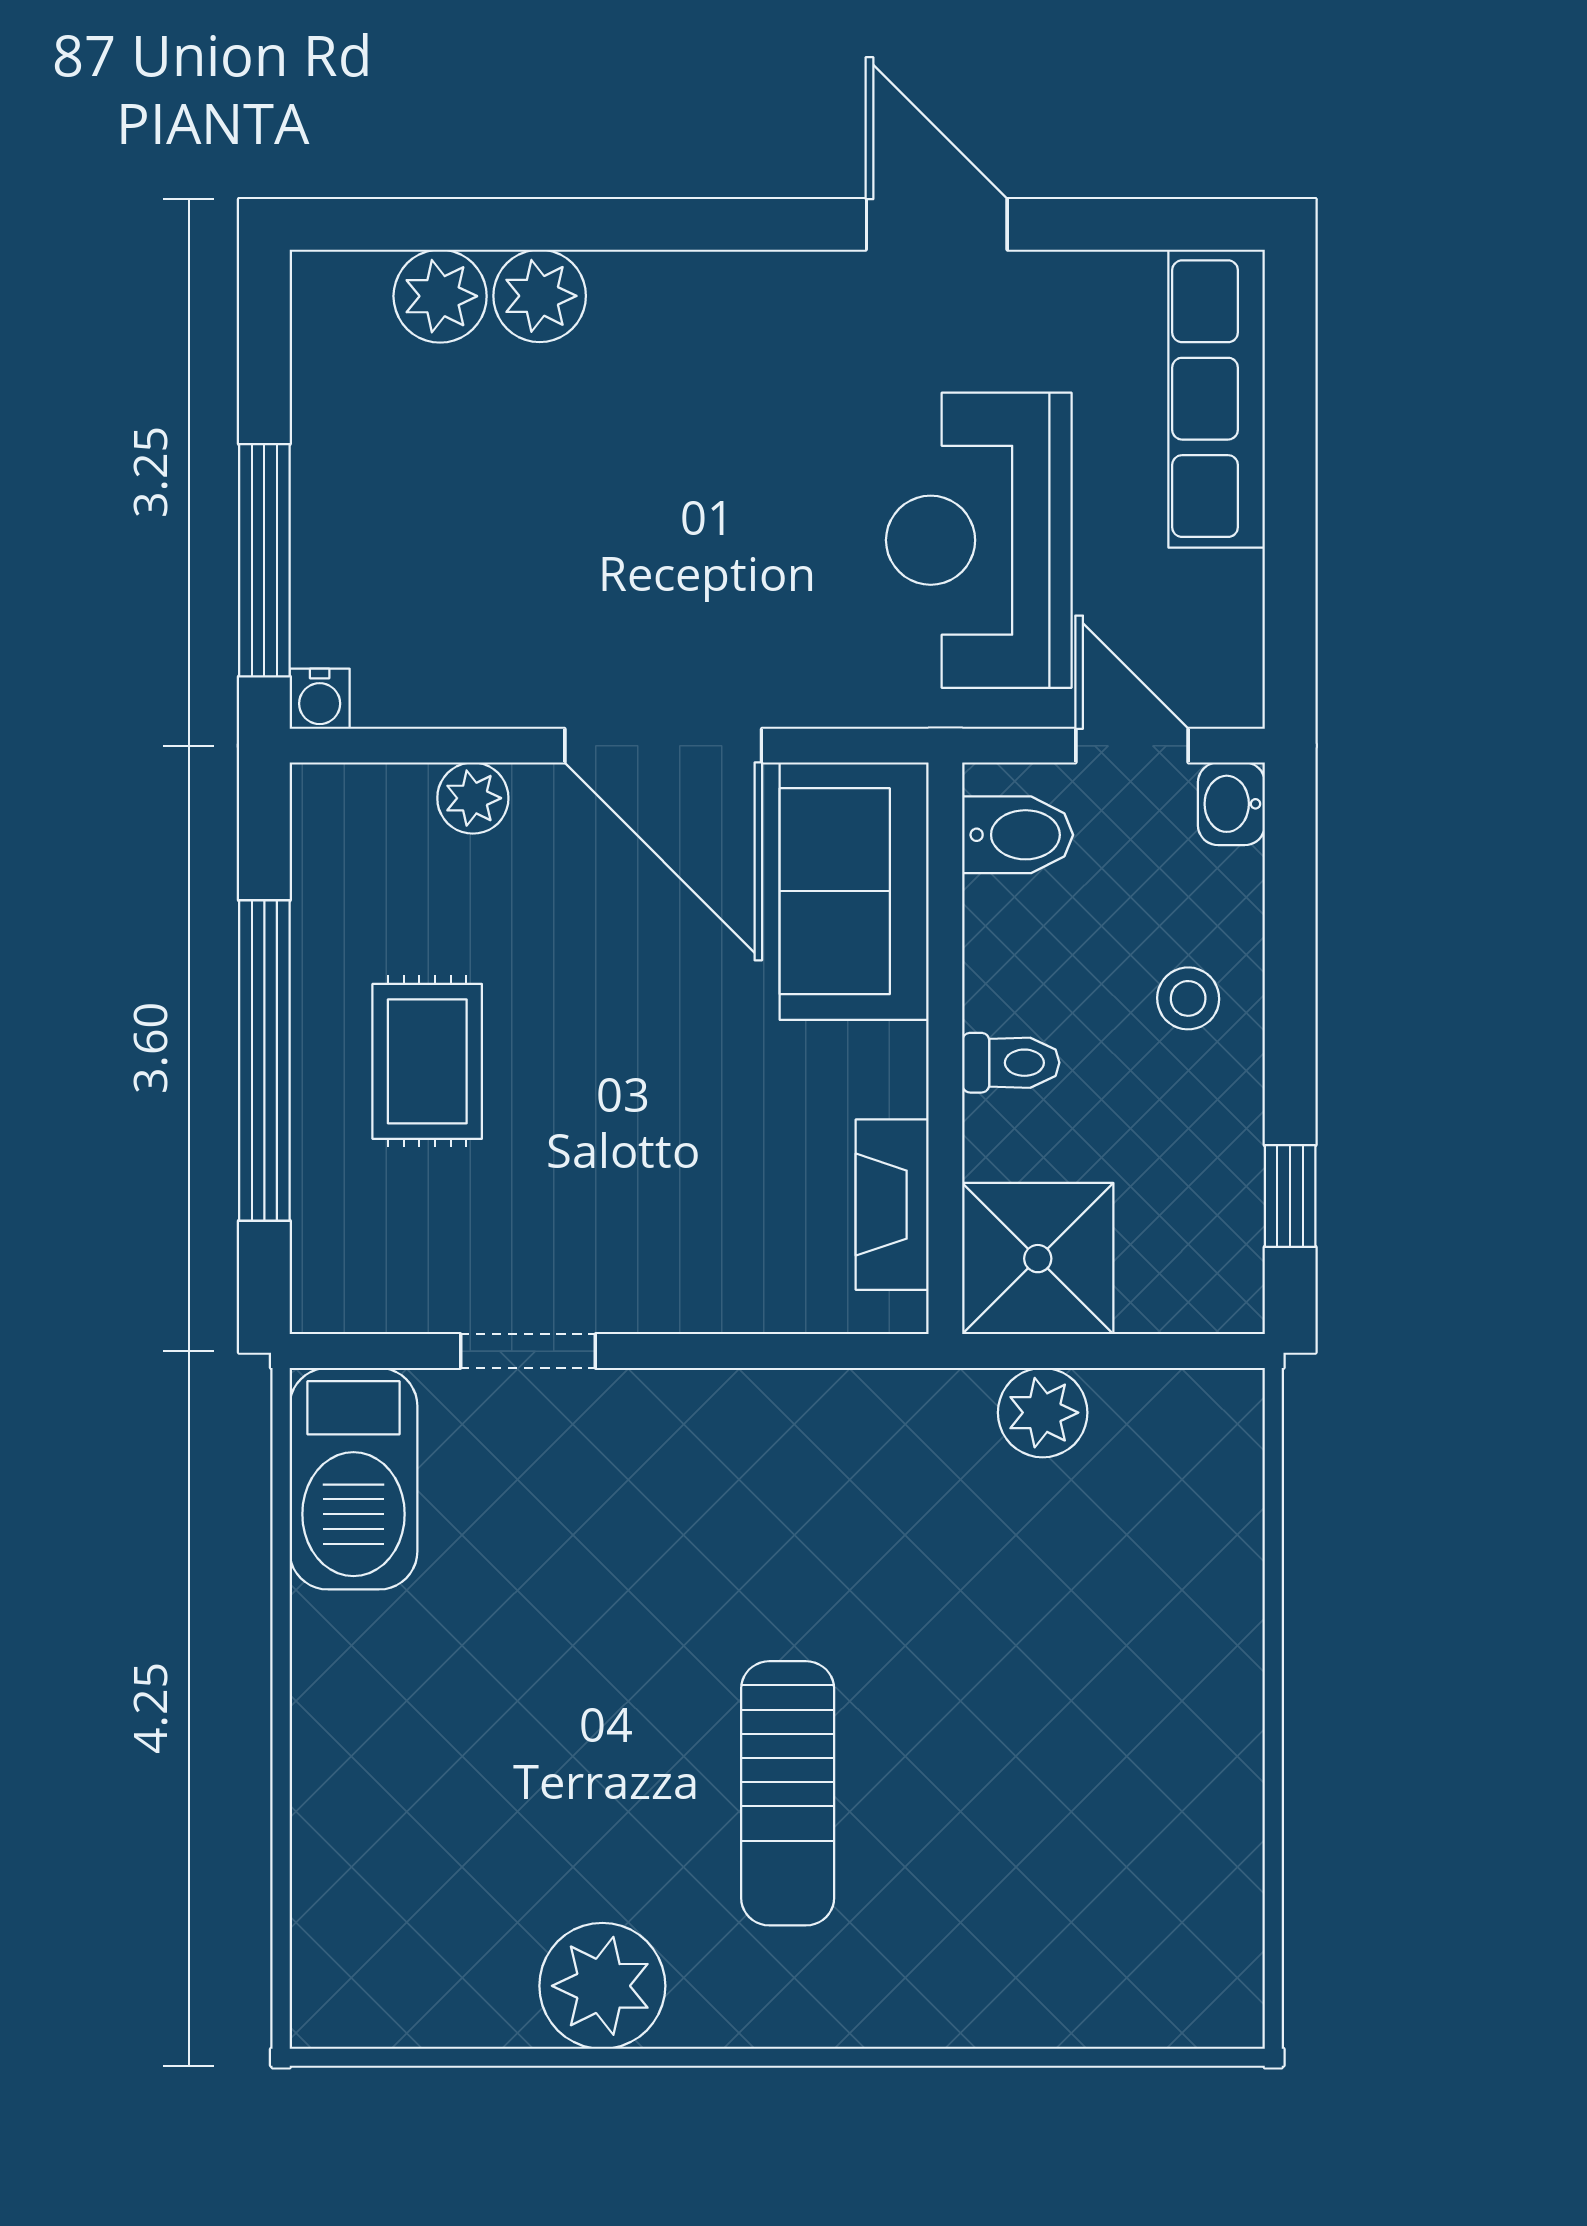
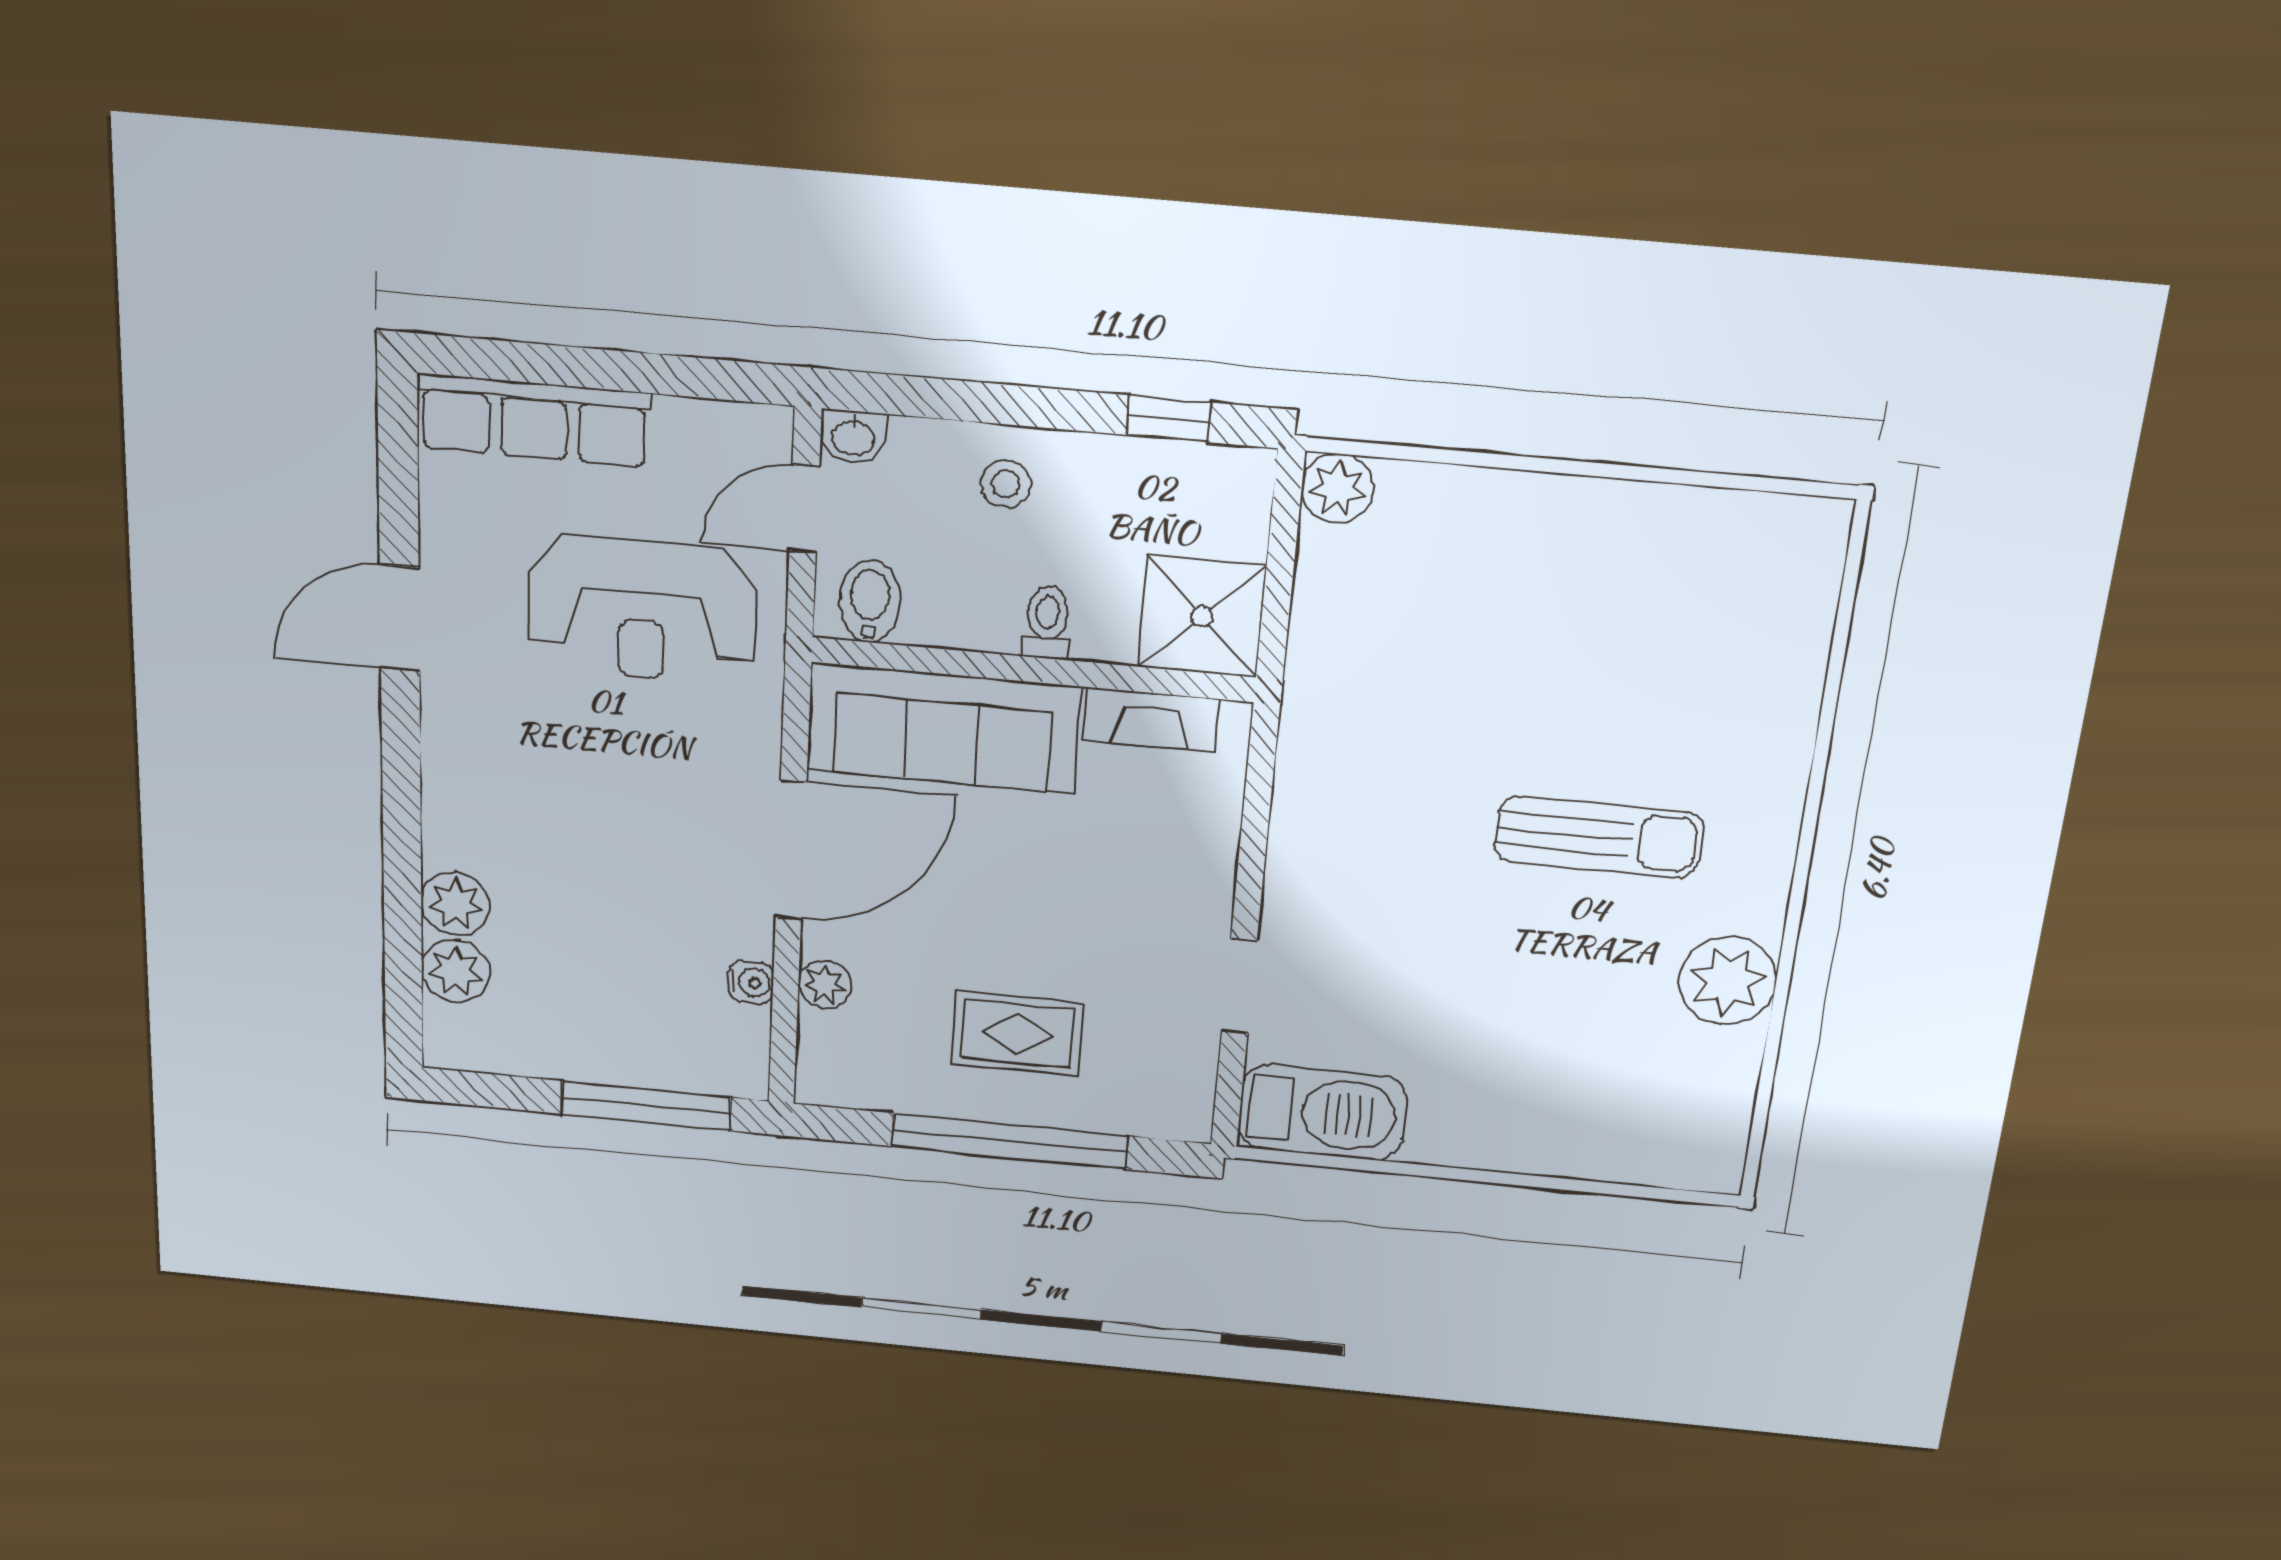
water cooler: (320, 699) -> (751, 982), moved
sofa: (854, 891) -> (943, 728), width x1.36
plant: (1043, 1413) -> (1338, 489), moved

